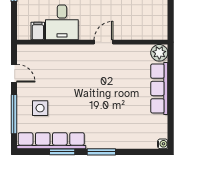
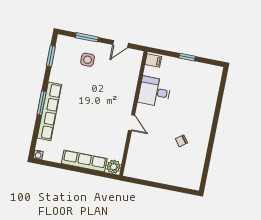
filing cabinet: (38, 31) -> (153, 60), moved
window: (14, 114) -> (87, 37), width x0.69
row of seats: (51, 141) -> (49, 111), moved
window: (62, 152) -> (51, 56), moved

